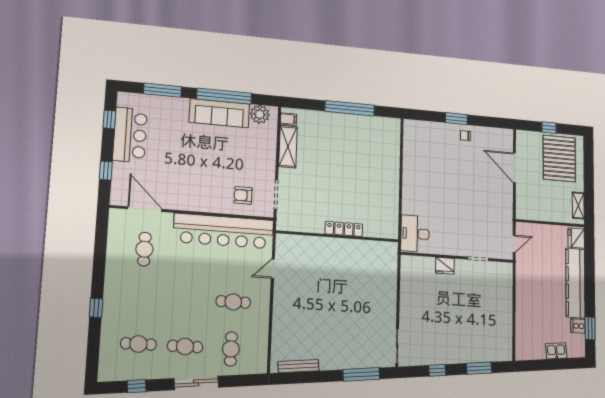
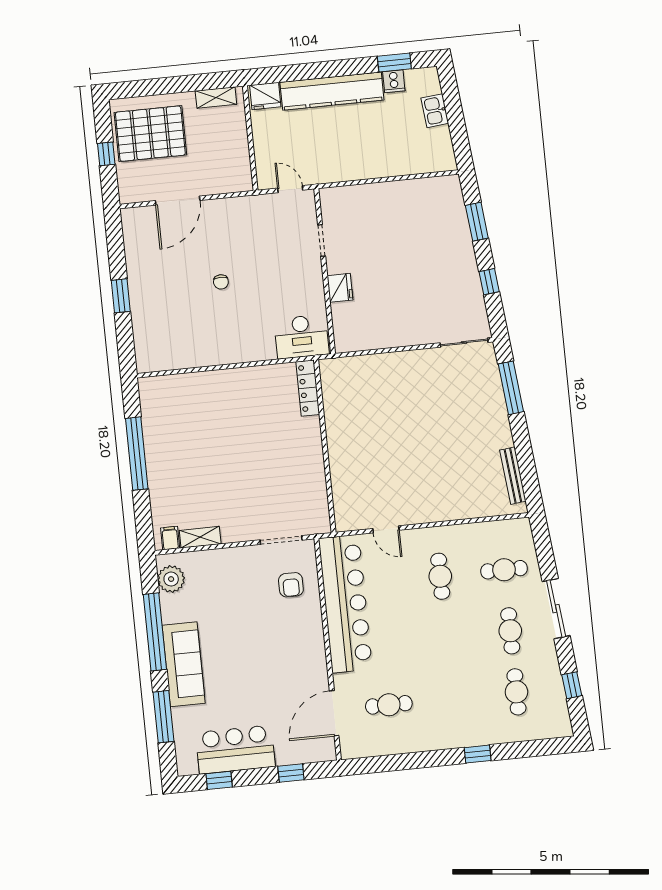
sofa: (219, 113) -> (184, 664), moved
chair: (465, 136) -> (221, 282), moved
shelving: (288, 147) -> (200, 537), width x0.67, depth x0.75
locker: (344, 229) -> (308, 388), moved

